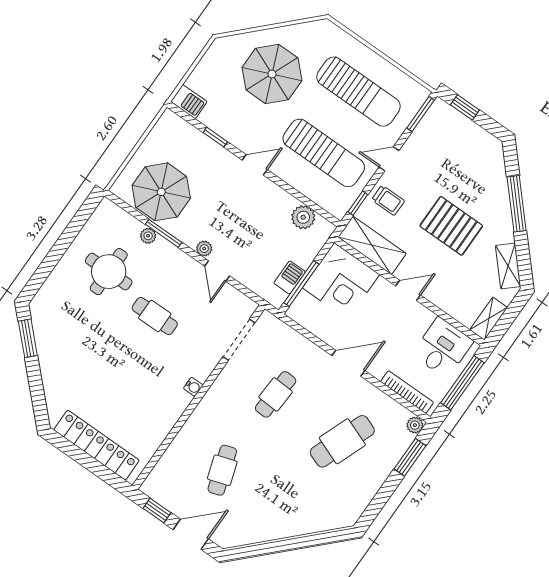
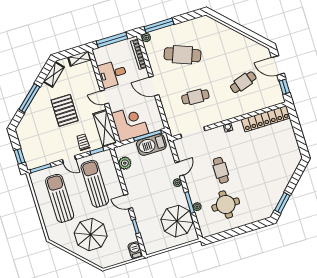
barbecue: (290, 277) -> (151, 145), width x1.88, depth x1.53
desk: (443, 348) -> (113, 74), moved
locker: (96, 445) -> (266, 119), moved, turned -90
window: (410, 457) -> (159, 25), width x1.44

